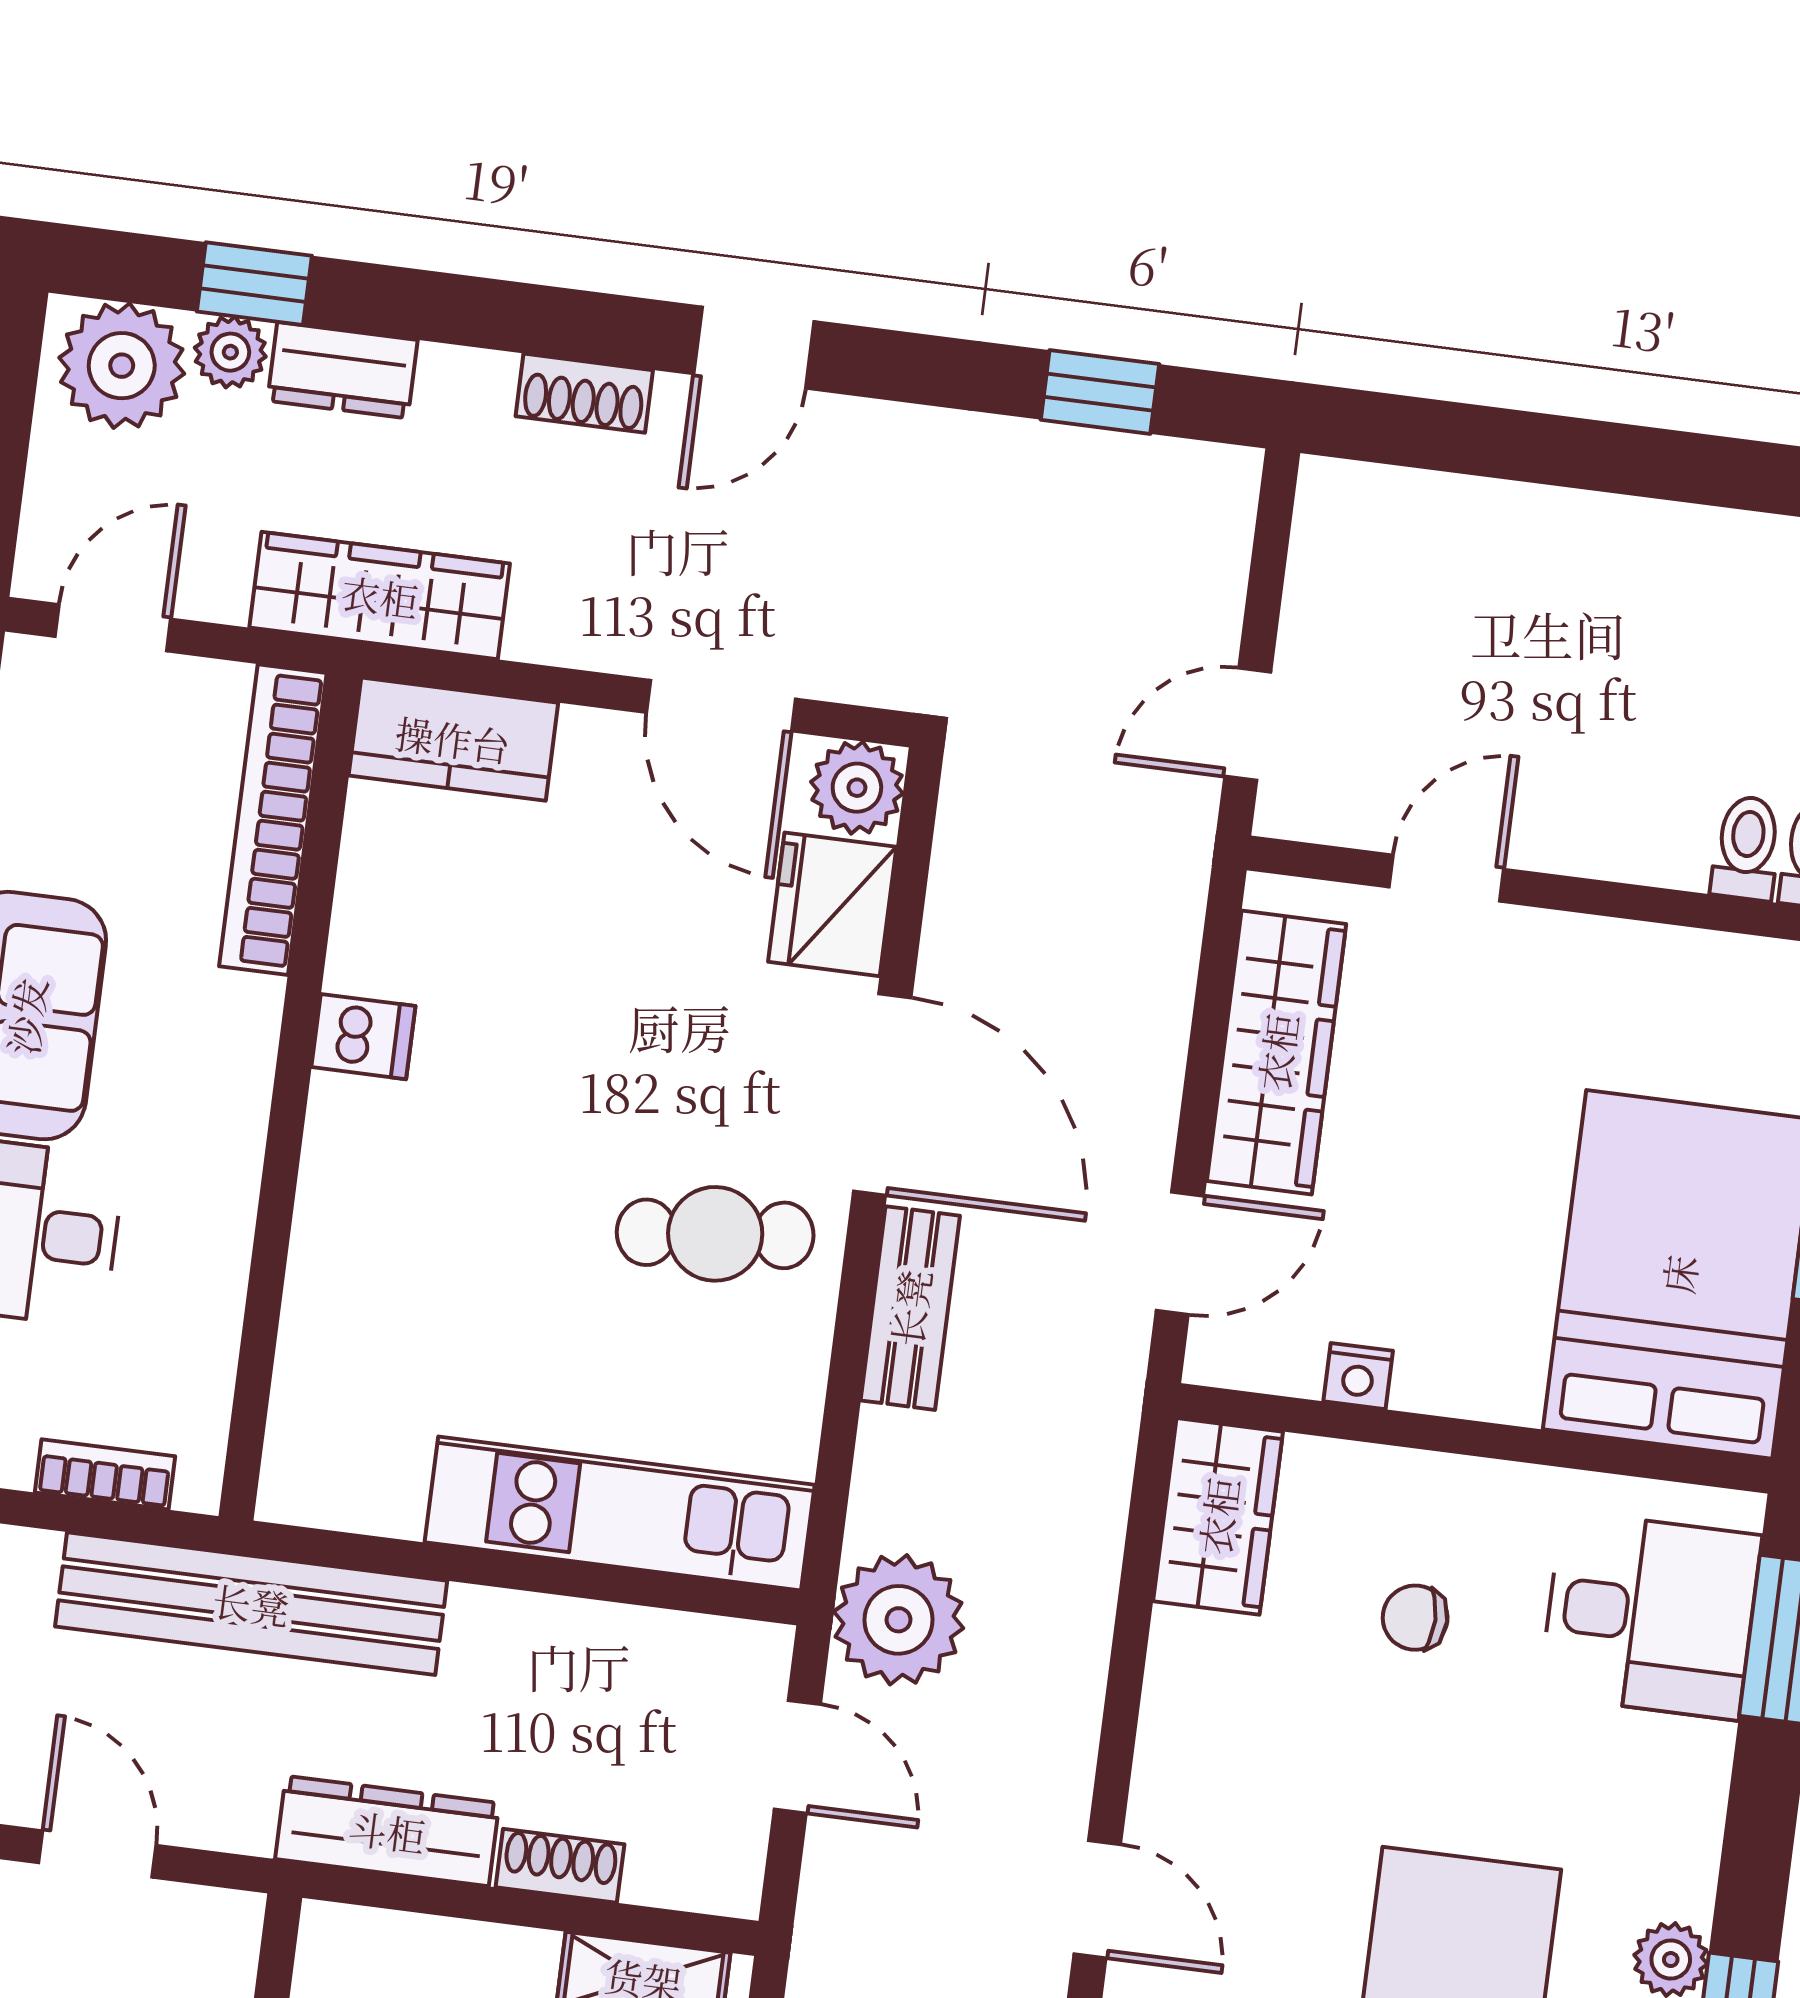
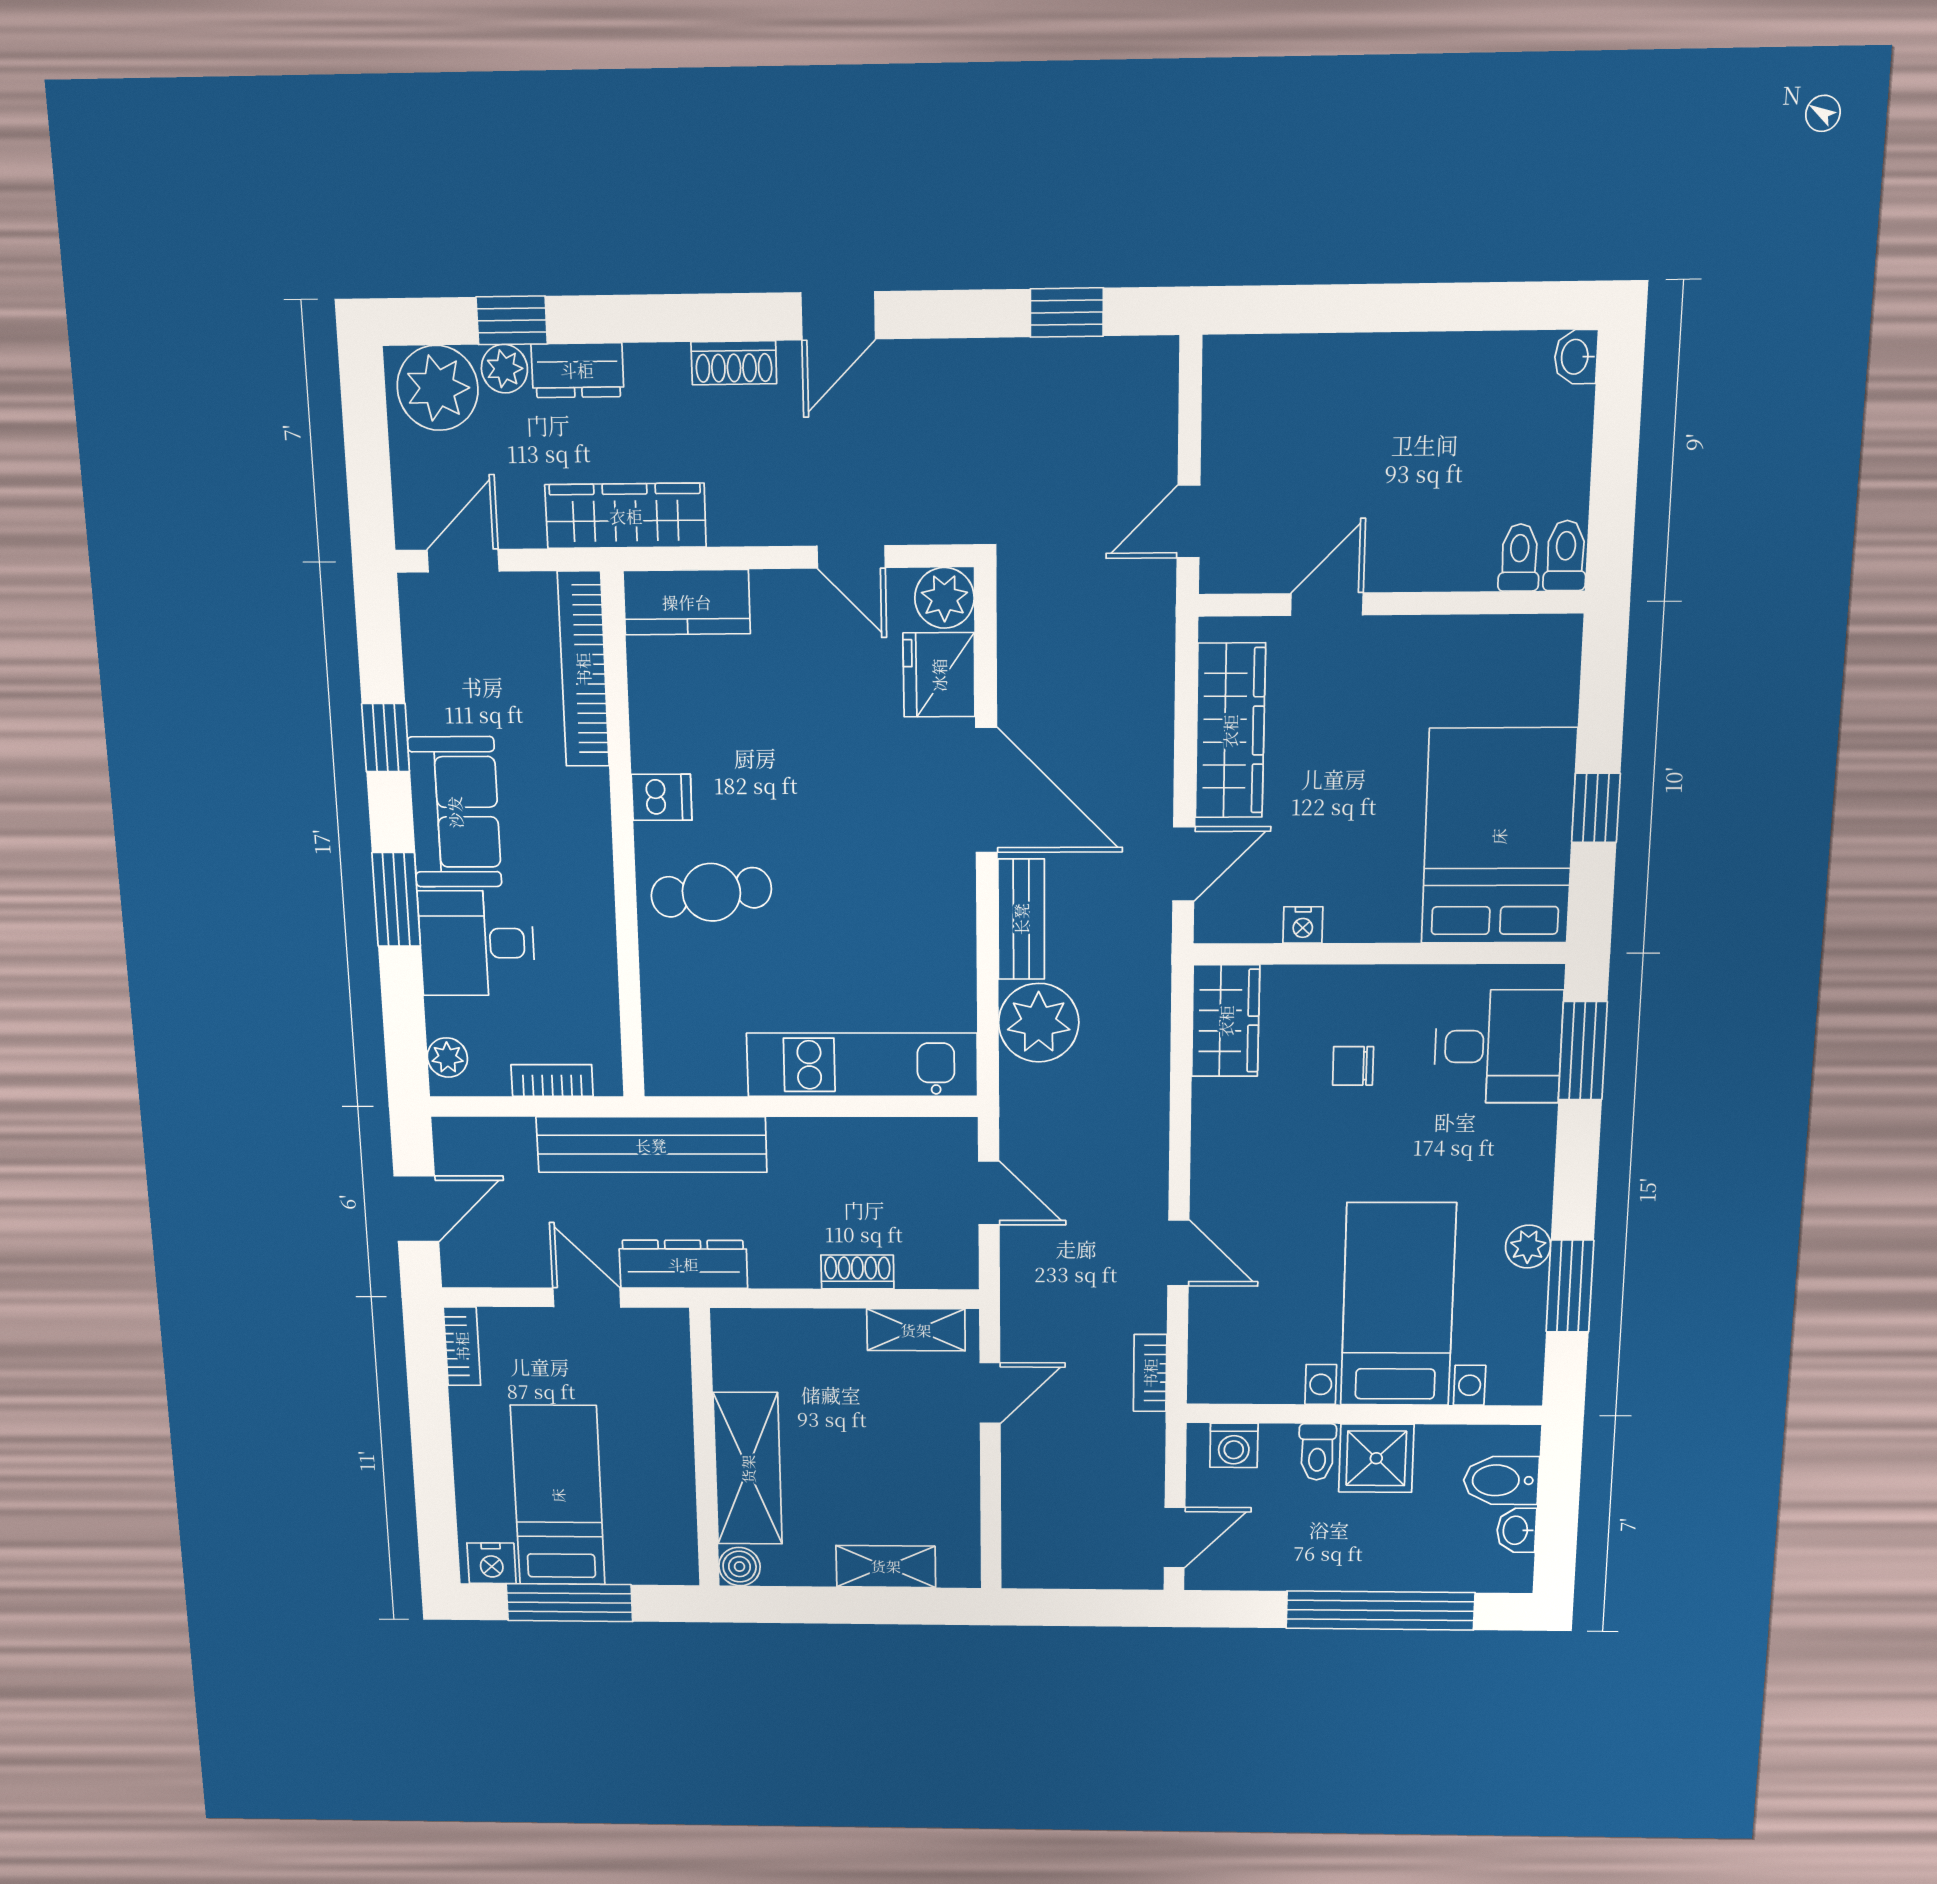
door: (721, 706) -> (851, 557), width x0.73
cafe table: (715, 1234) -> (711, 892), moved
plant: (899, 1620) -> (1039, 1023), moved
dresser: (387, 1831) -> (683, 1264), moved

